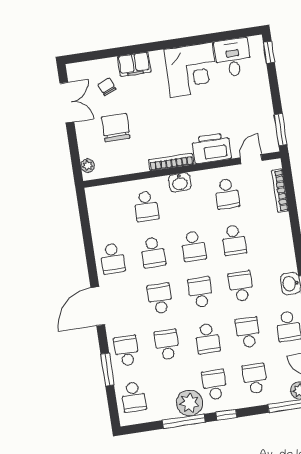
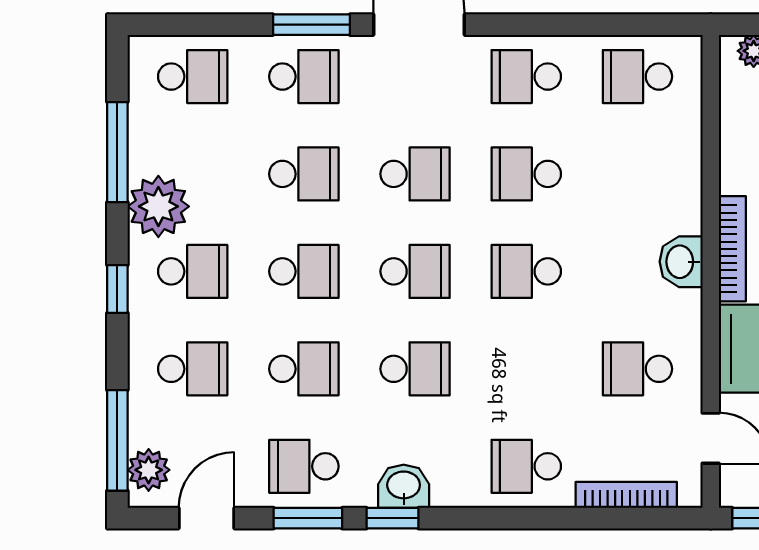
school desk: (146, 206) -> (637, 77), moved
school desk: (234, 240) -> (526, 466), moved
school desk: (207, 339) -> (304, 271), turned 180
window: (107, 369) -> (311, 25), moved
school desk: (133, 397) -> (193, 77), turned 180
window: (184, 421) -> (117, 152), moved

